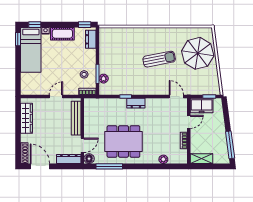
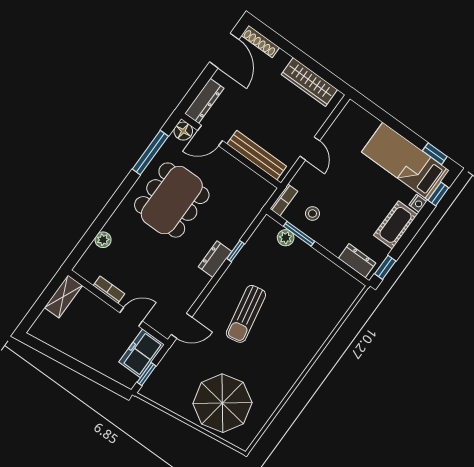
sun lounger: (159, 59) -> (246, 314), moved
door: (189, 122) -> (131, 317), swing flipped
door: (82, 145) -> (210, 136), hinge flipped
window: (230, 145) -> (53, 353), removed
door: (40, 166) -> (224, 51), hinge flipped

